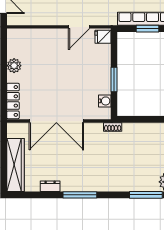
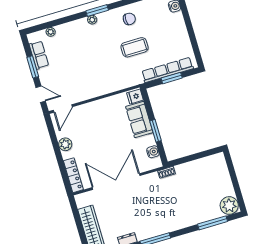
door: (79, 27) -> (63, 108), moved
sofa: (100, 62) -> (139, 120), added
double door: (56, 121) -> (116, 182), swing flipped

